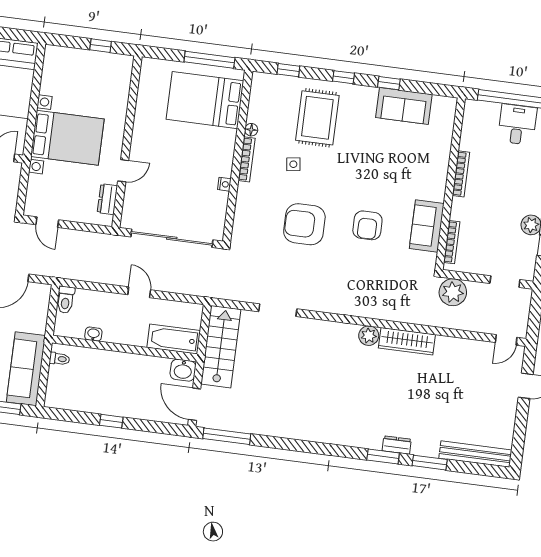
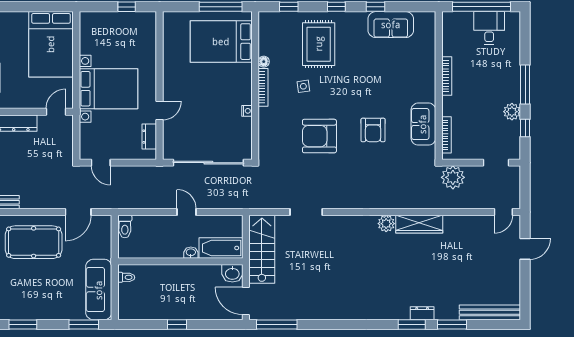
washbasin: (93, 334) -> (191, 253), moved

